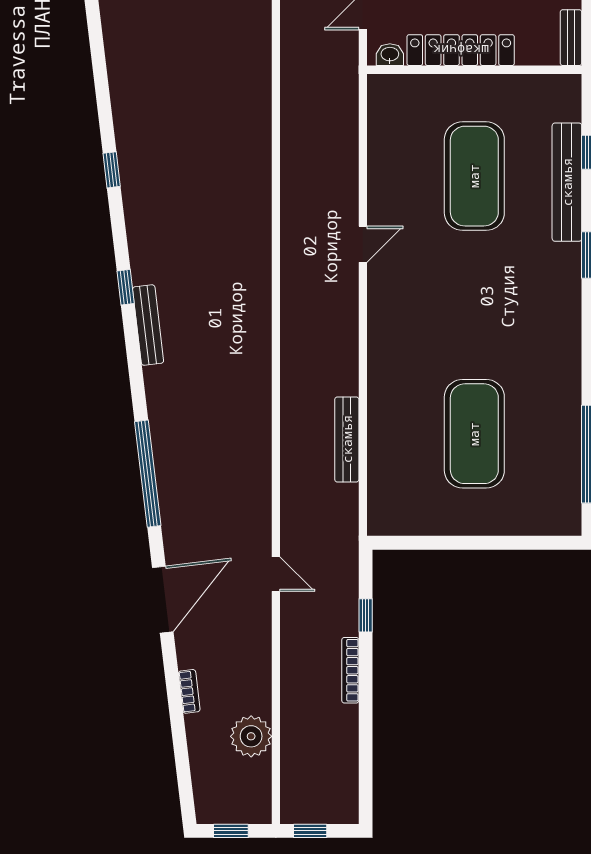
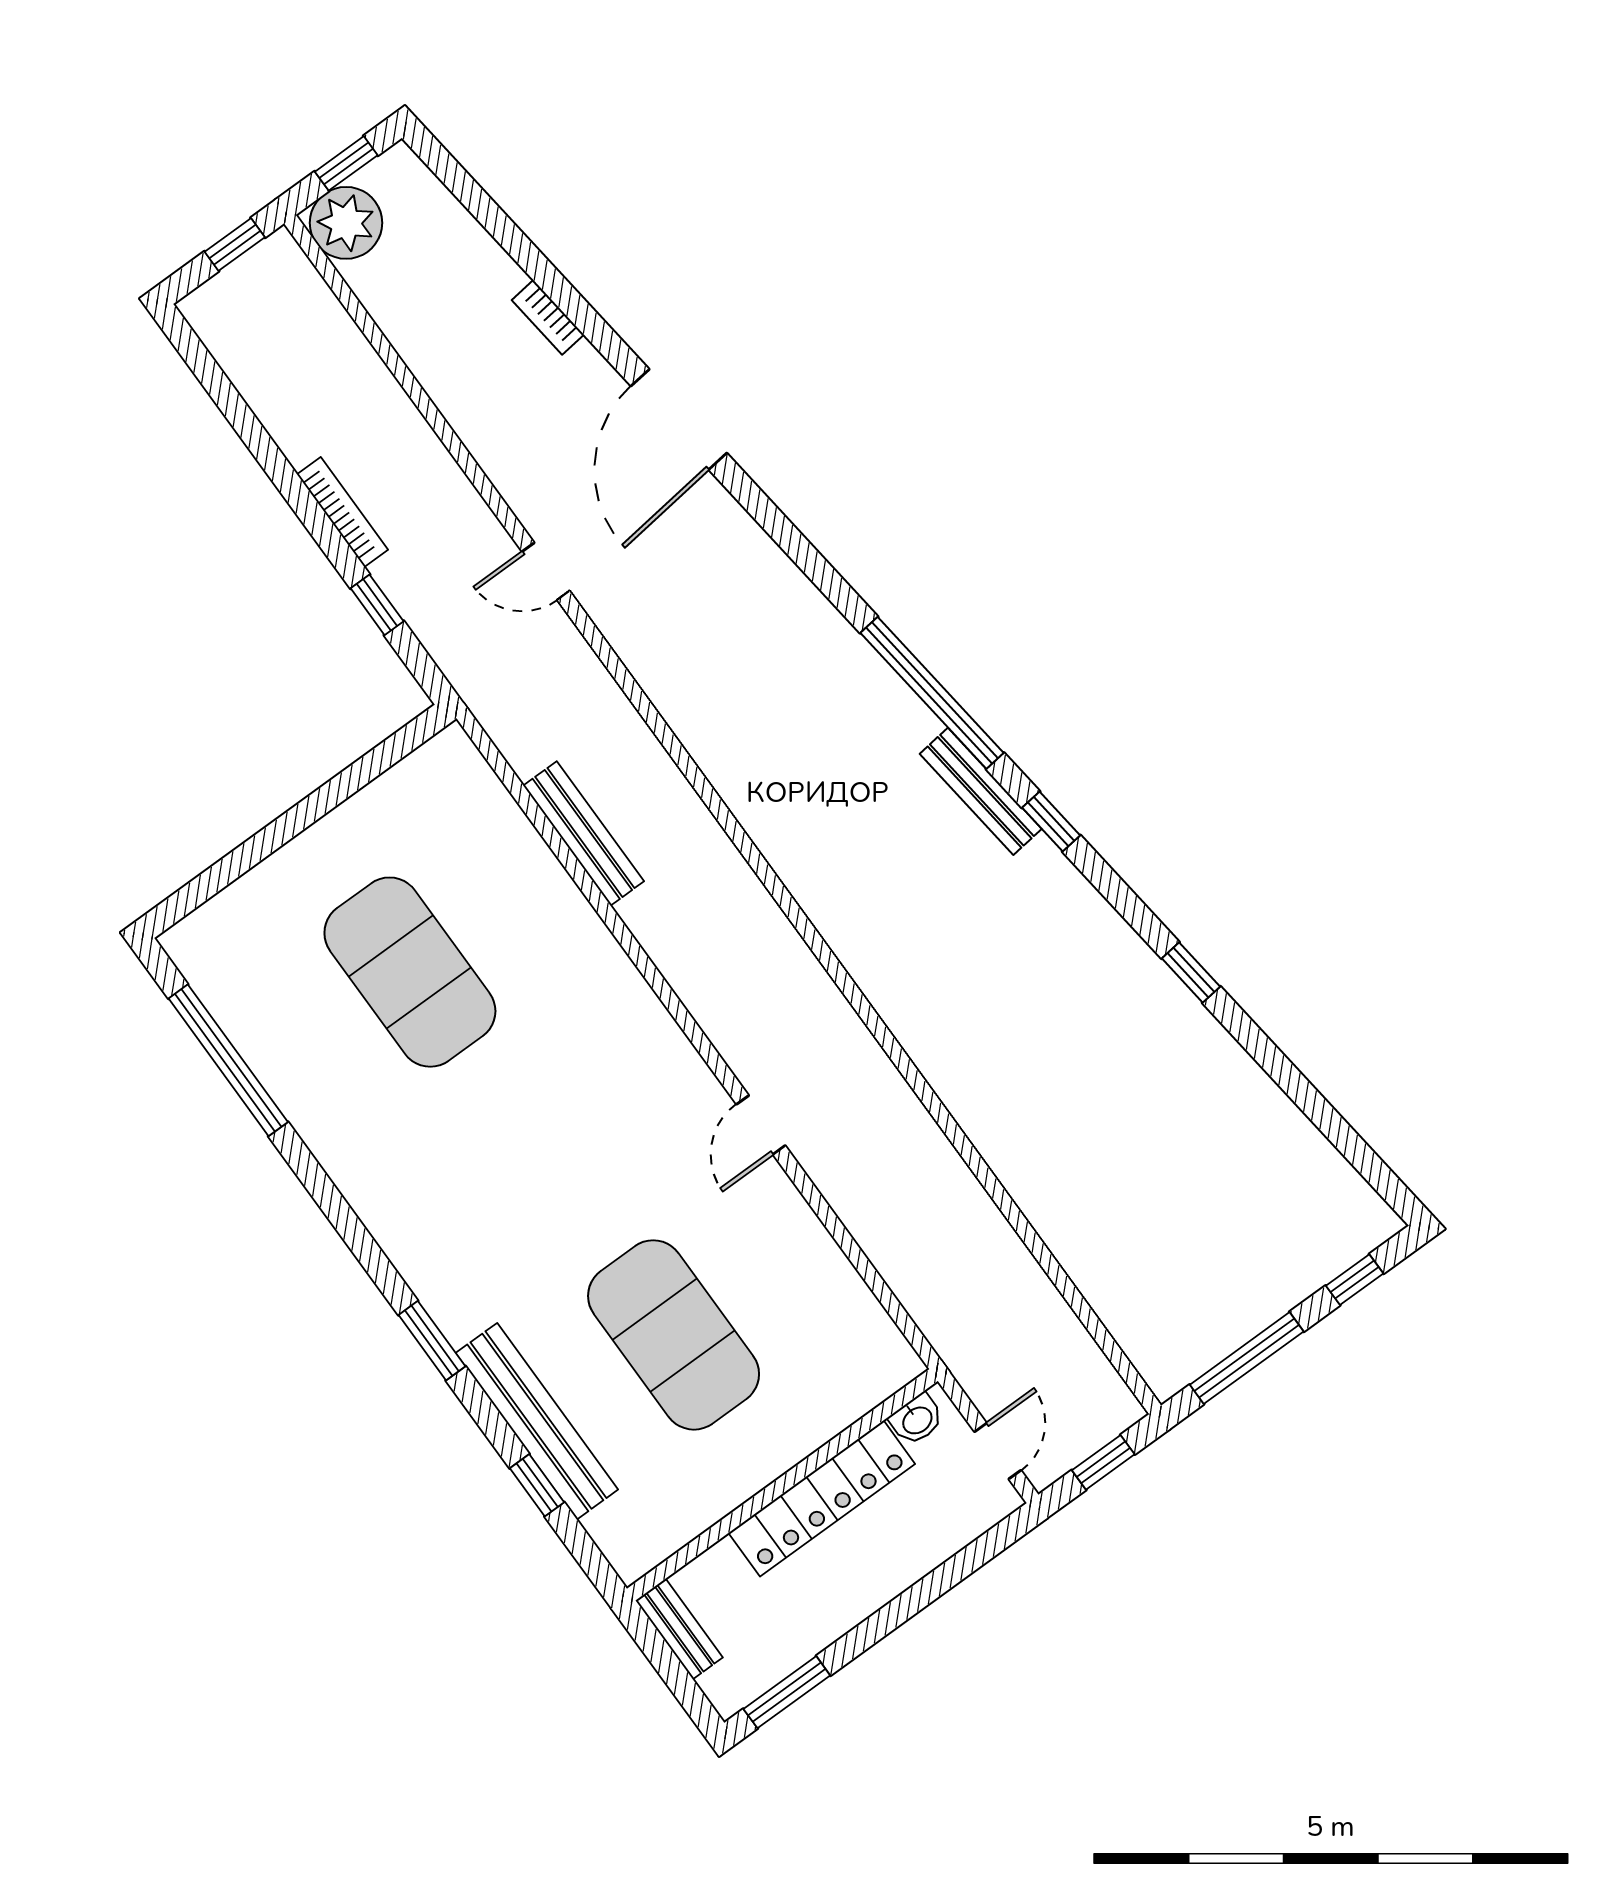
window: (148, 474) -> (932, 693), moved
plant: (251, 736) -> (346, 223), moved

